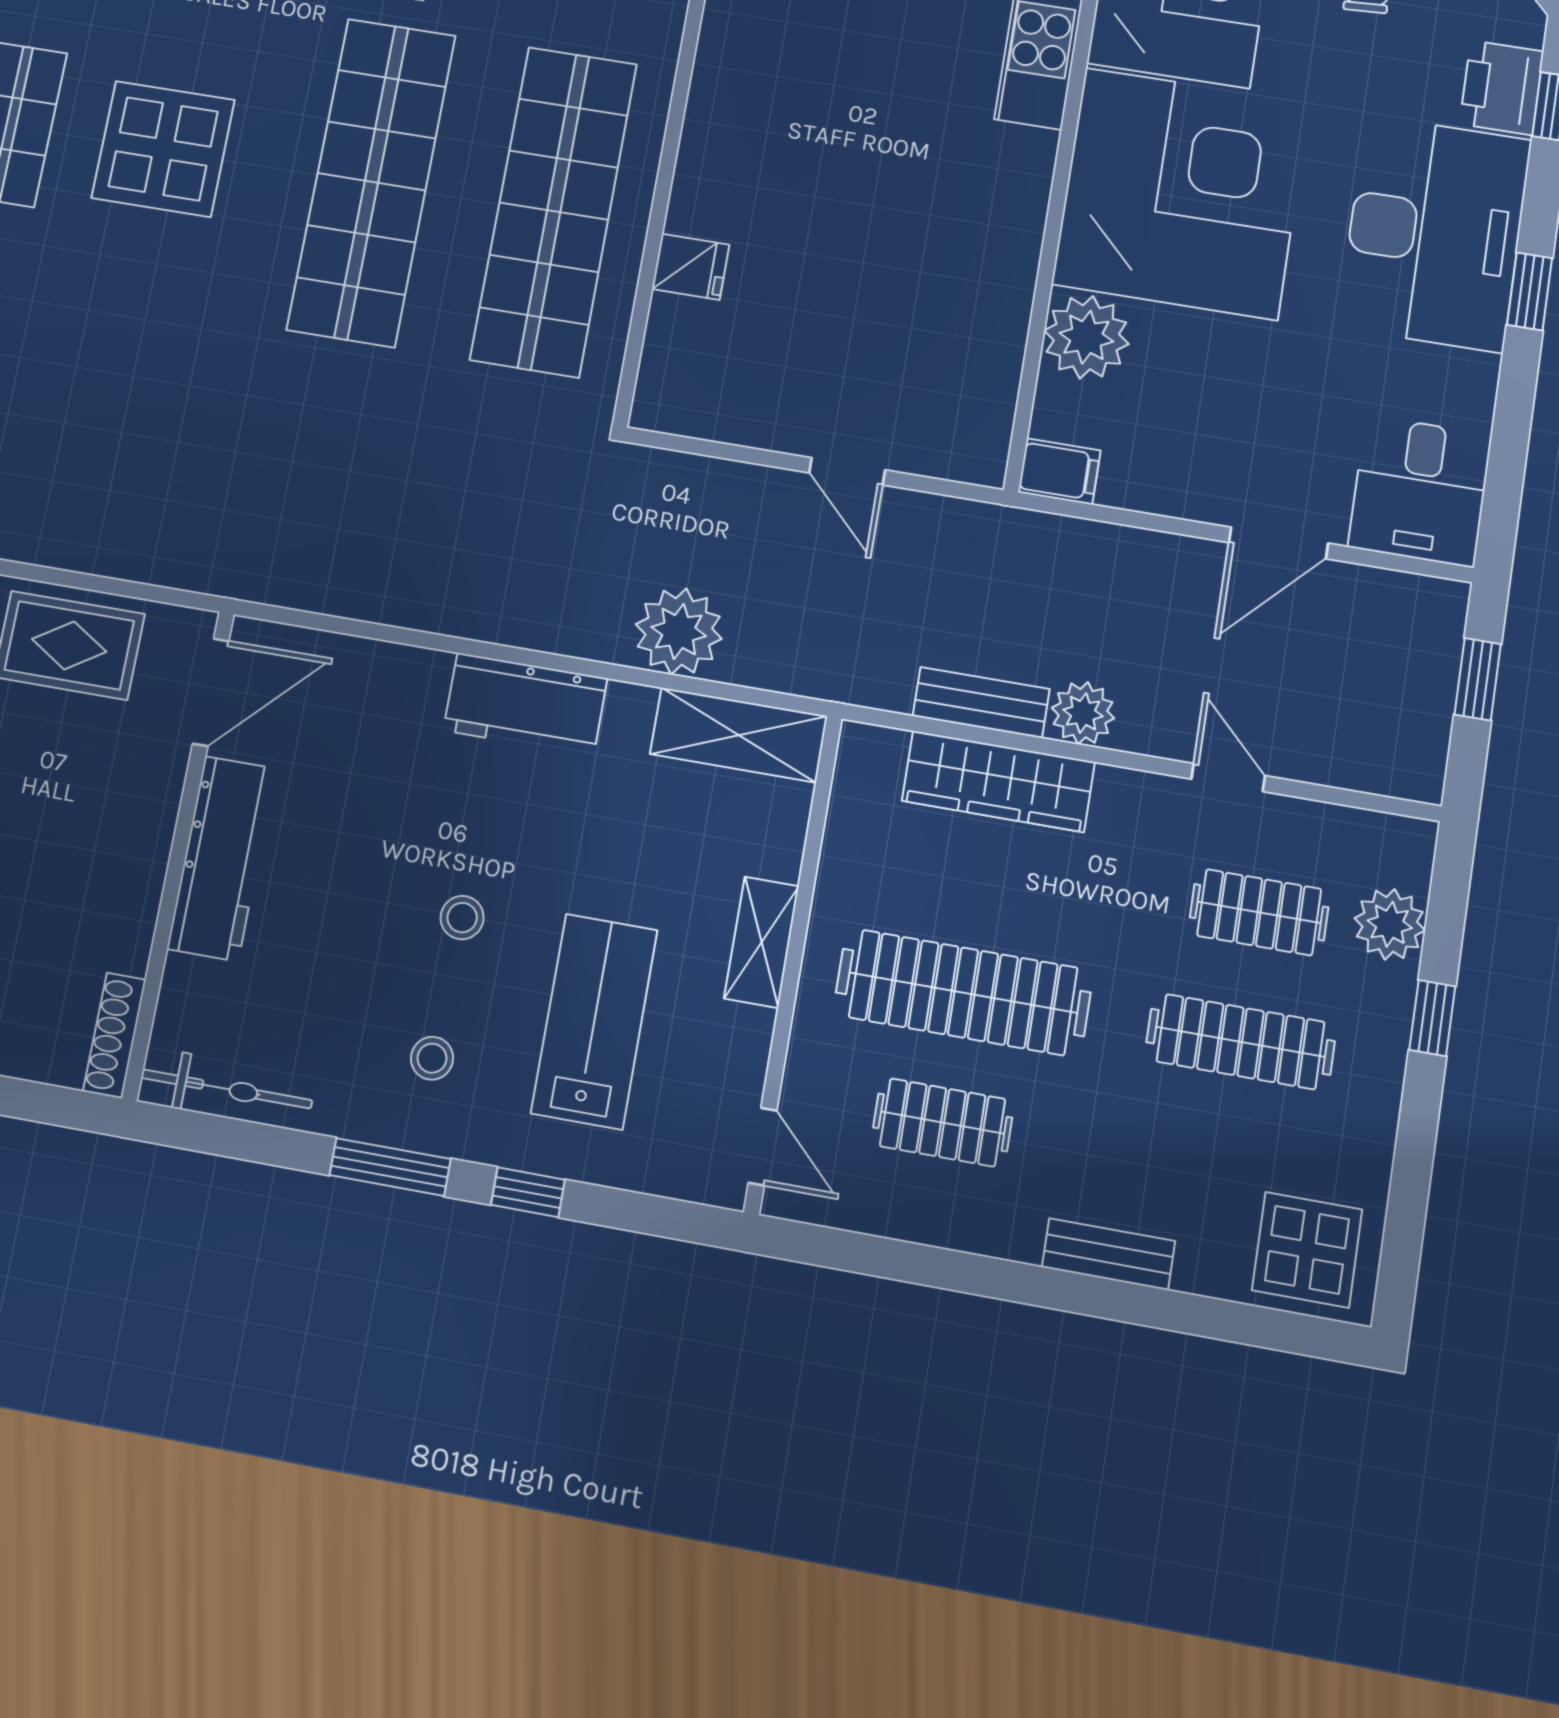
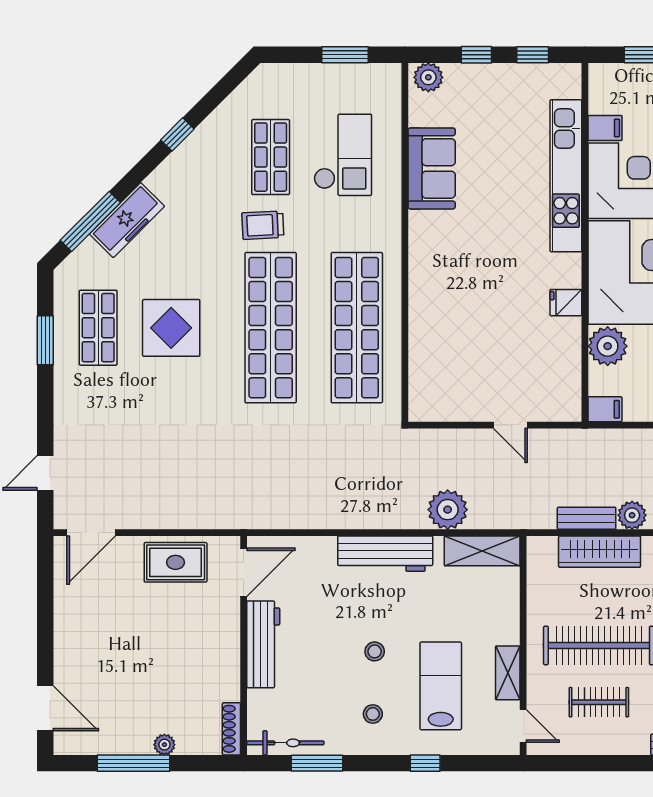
fridge: (691, 267) -> (566, 303), moved, turned 180
workbench: (525, 704) -> (385, 554), width x1.38
shelving: (761, 942) -> (508, 673), moved
window: (390, 1167) -> (317, 763), moved

